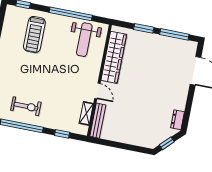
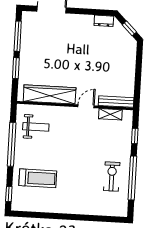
weight bench: (84, 40) -> (36, 127), width x0.73, depth x0.75

